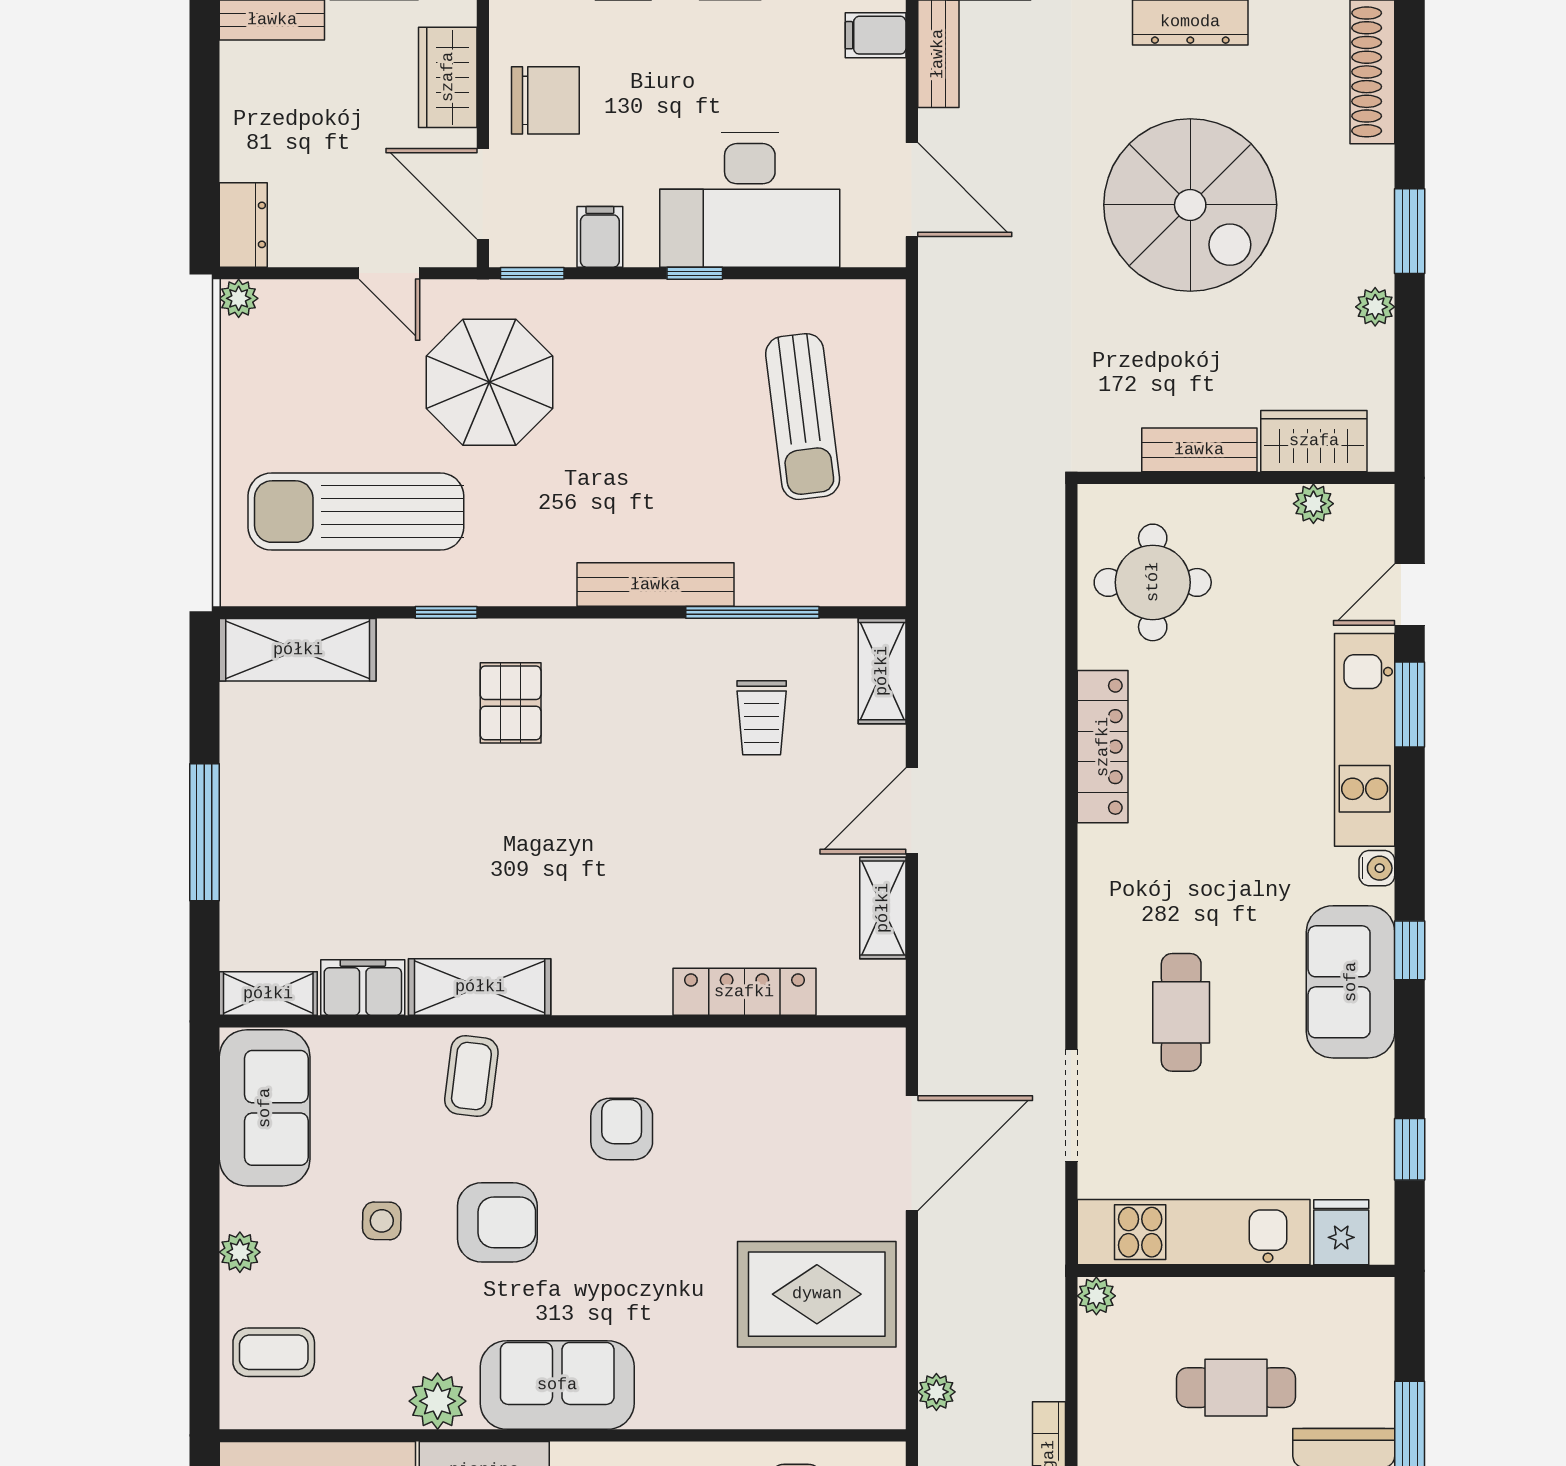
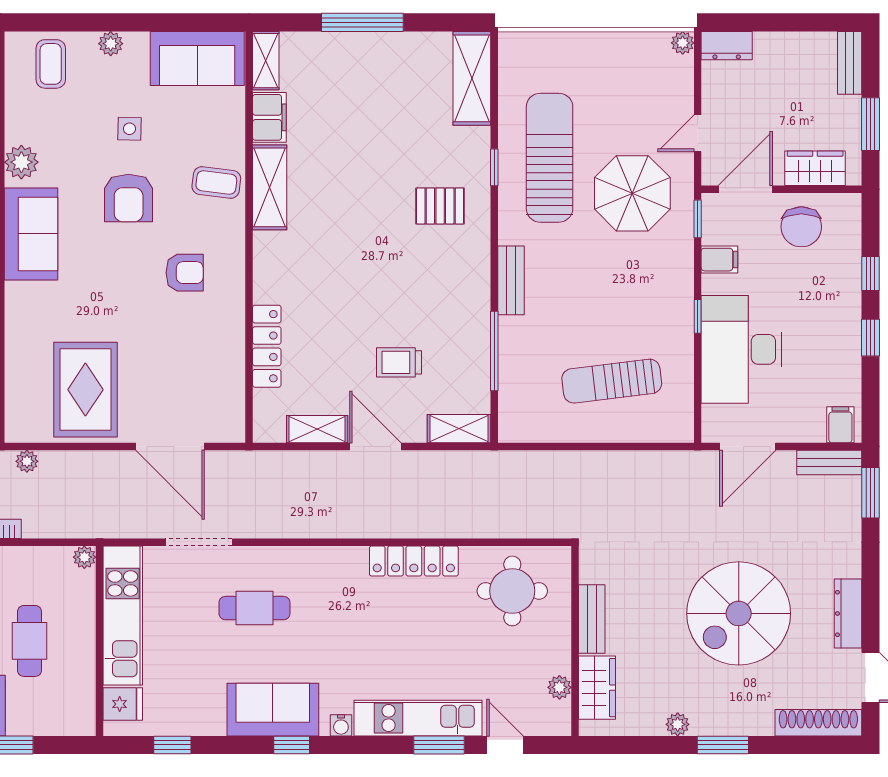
sun lounger: (356, 512) -> (550, 158), moved
bench: (655, 585) -> (511, 280), width x0.73
trolley: (762, 718) -> (399, 362), moved

